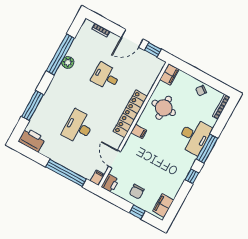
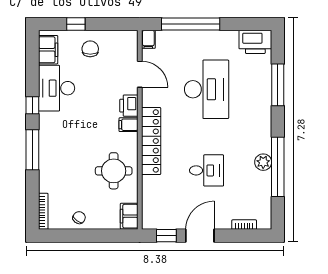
desk: (78, 127) -> (207, 89), width x1.36, depth x1.30
desk: (194, 136) -> (57, 88), moved
printer: (110, 183) -> (129, 106), moved

